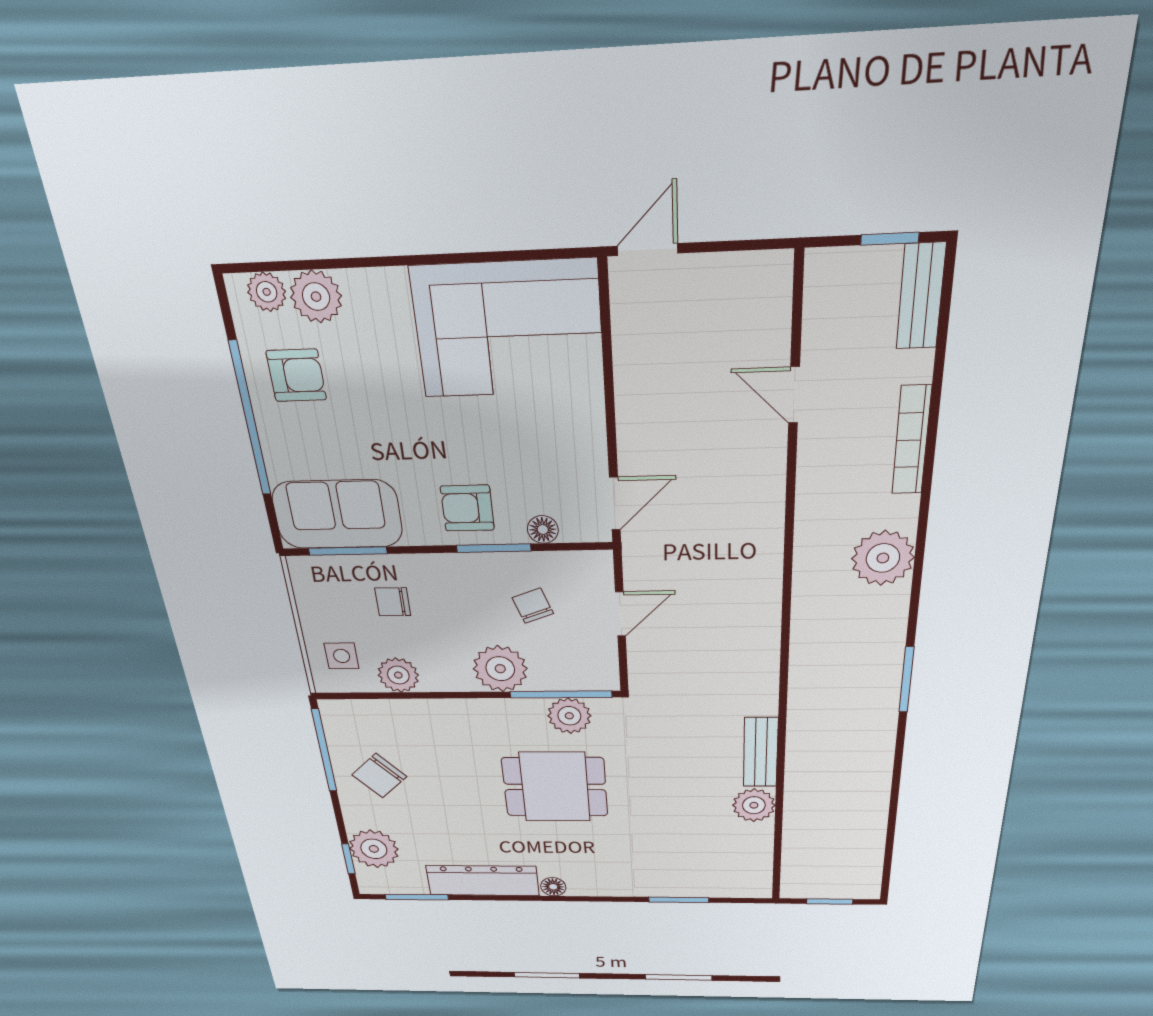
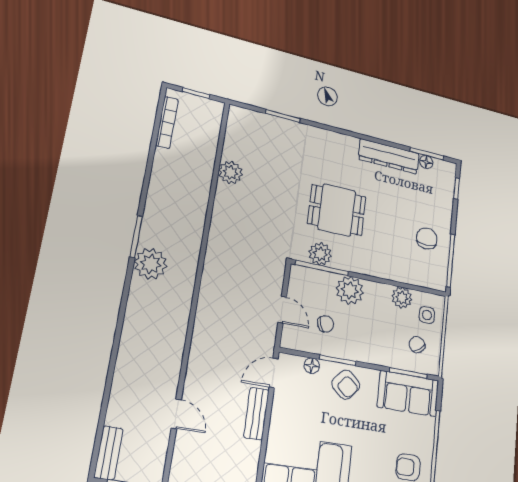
bookcase: (912, 440) -> (167, 122), moved
armchair: (467, 508) -> (346, 385), turned 41
plant: (883, 558) -> (151, 264), moved
chair: (393, 602) -> (417, 345), moved, turned -126
chair: (533, 606) -> (326, 324), turned -90
door: (620, 614) -> (282, 310), swing flipped
bench: (761, 752) -> (256, 414), moved
chair: (379, 776) -> (427, 238), turned -47
plant: (374, 849) -> (442, 192), removed
floor lamp: (553, 887) -> (426, 162), moved

